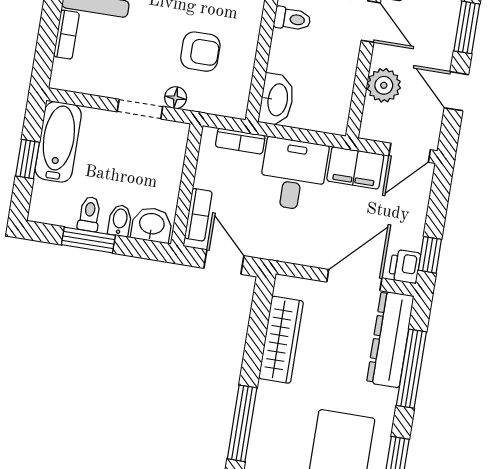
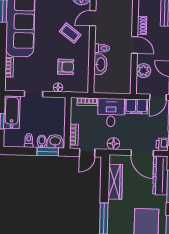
washbasin: (277, 100) -> (100, 64), moved
doorway: (140, 109) -> (33, 94), moved
window: (88, 240) -> (48, 152), moved
floor lamp: (289, 249) -> (113, 144), added
door: (224, 262) -> (87, 153), swing flipped
door: (354, 280) -> (142, 153), swing flipped

